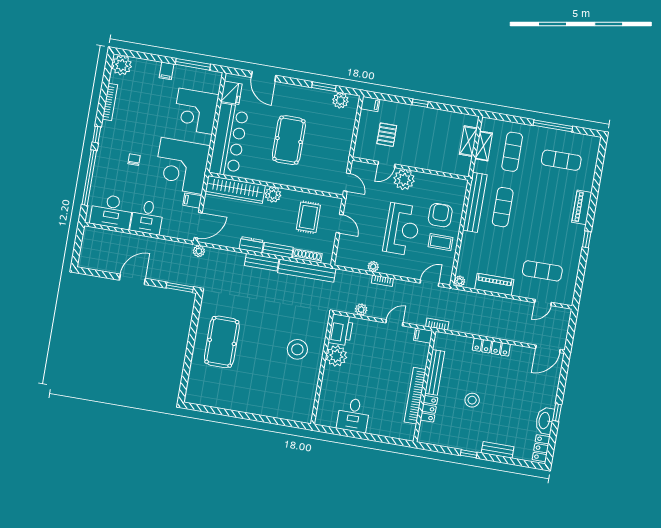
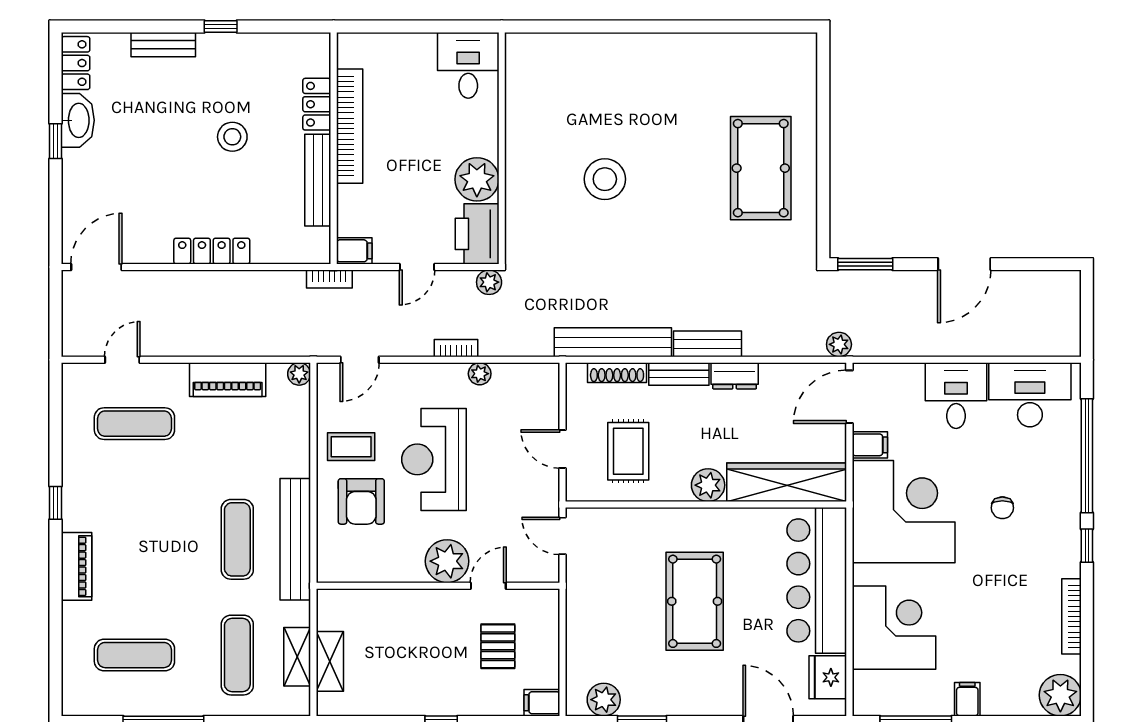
printer: (341, 330) -> (477, 234), moved
plant: (336, 356) -> (477, 179), moved
wall: (322, 369) -> (502, 148), moved

